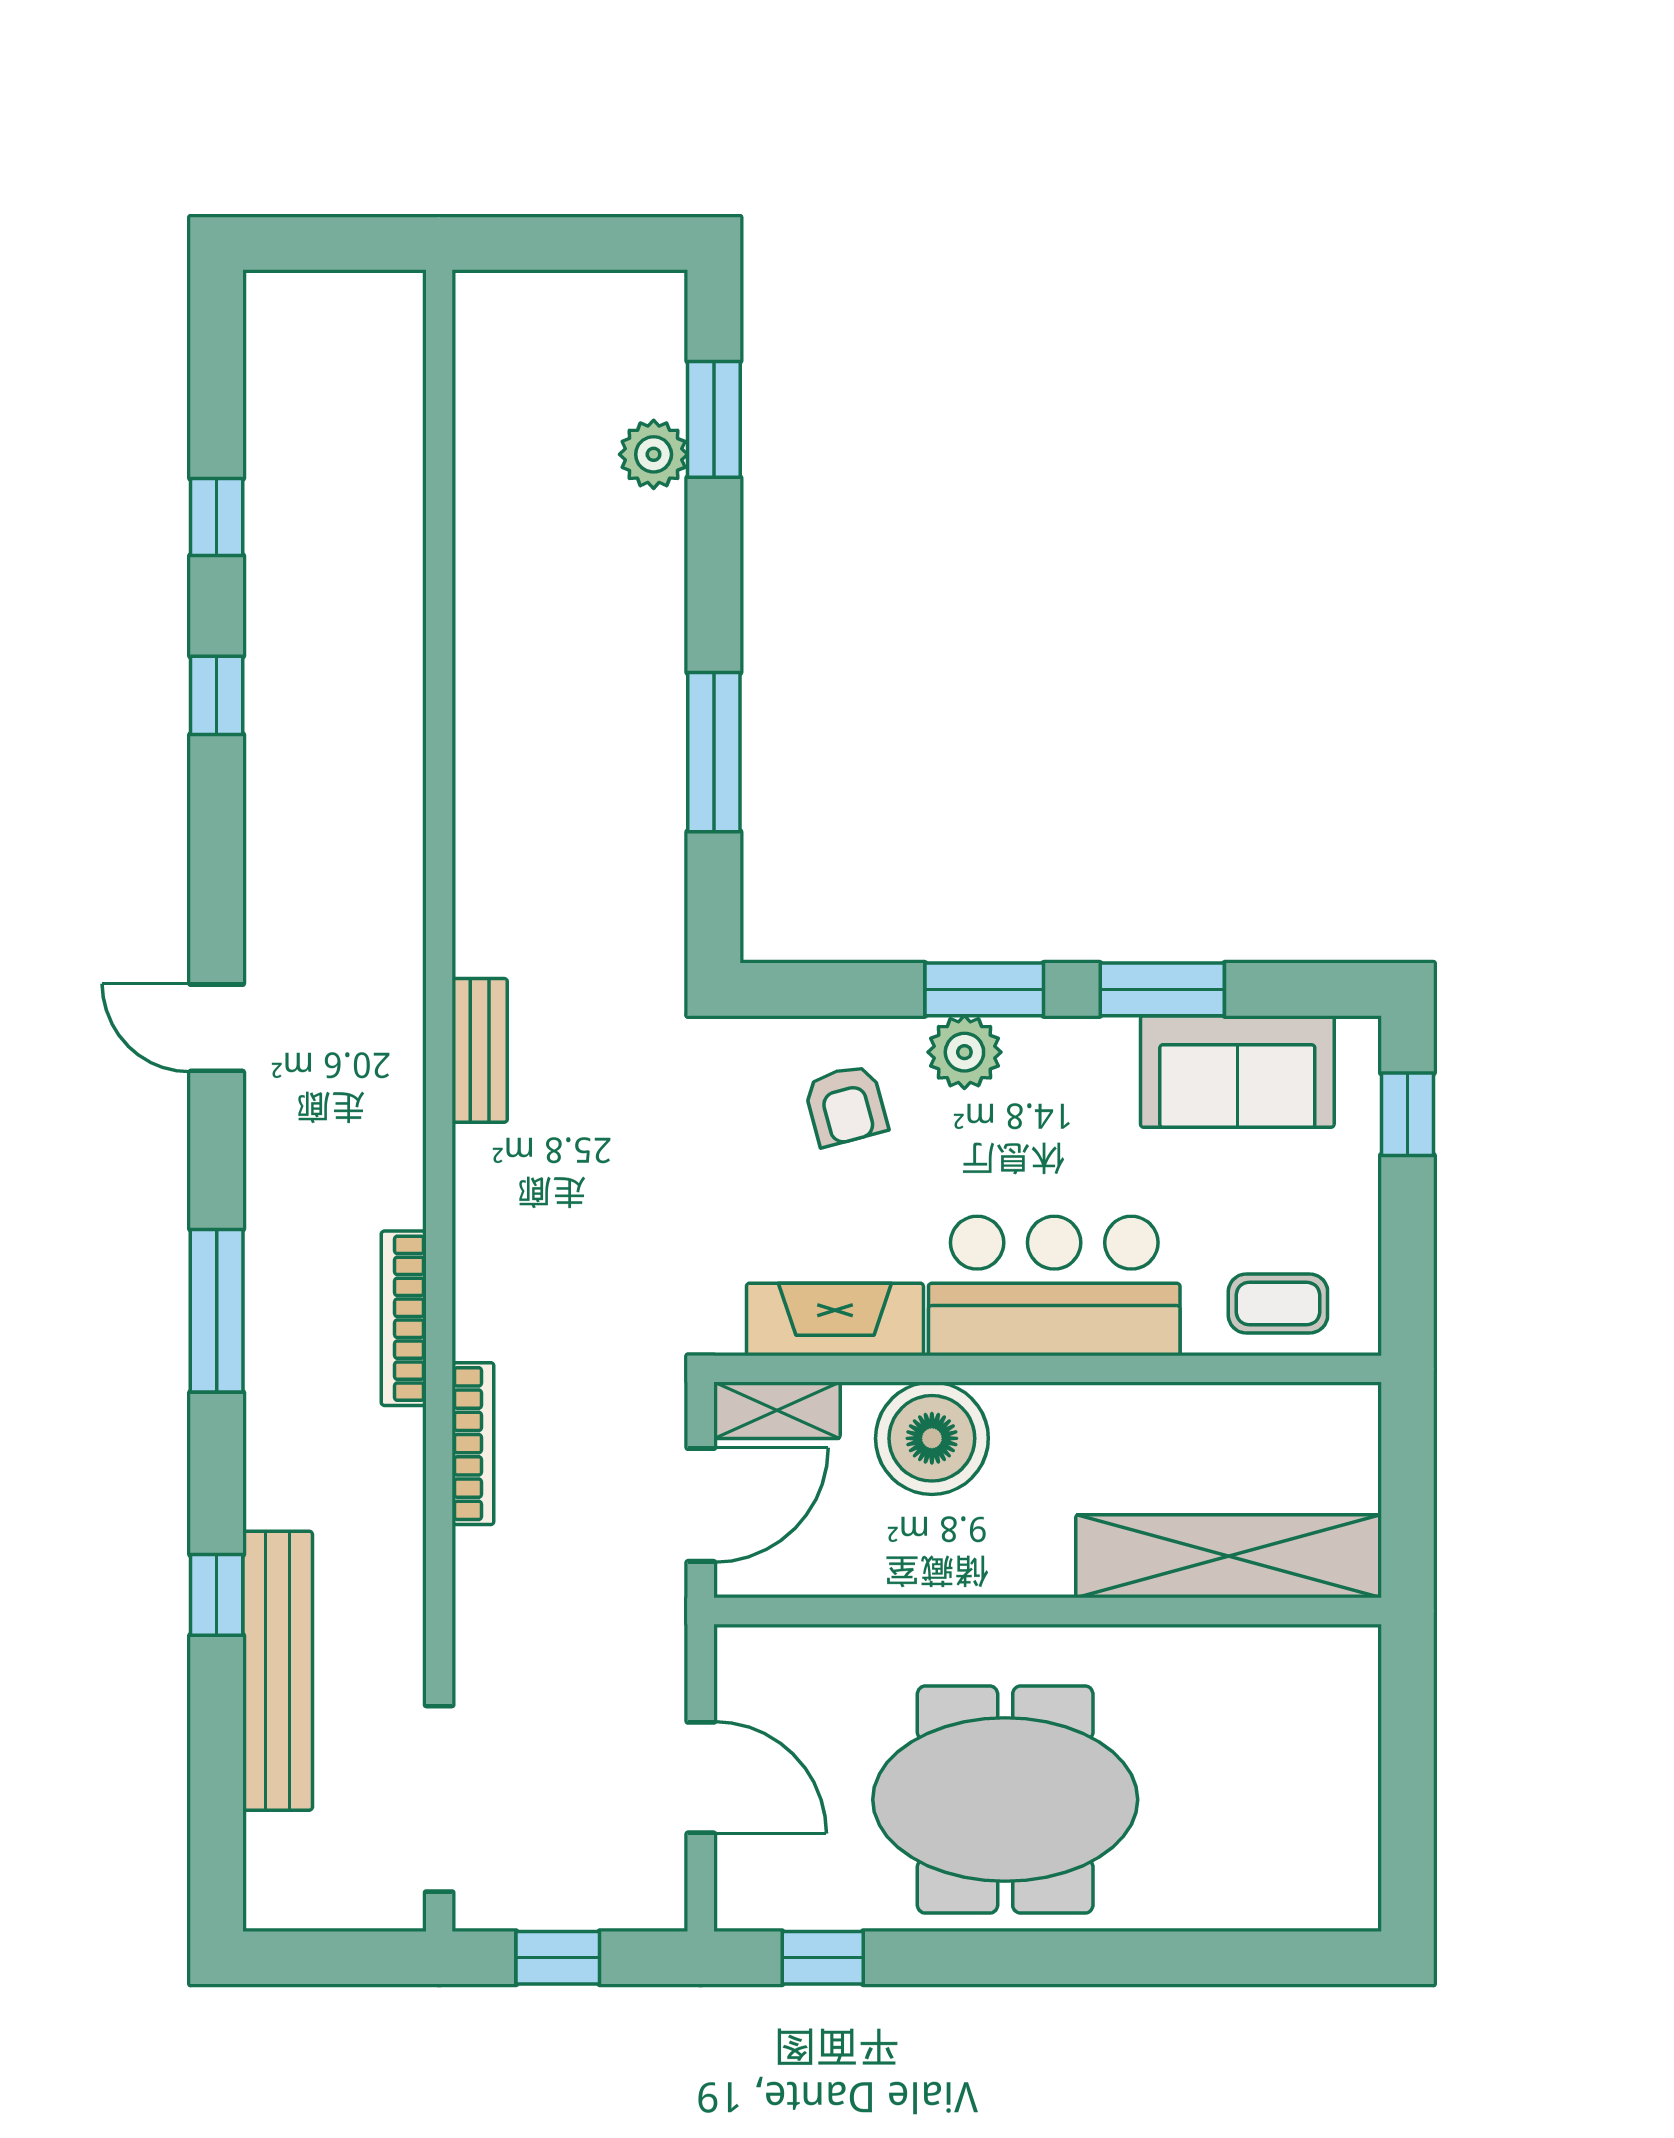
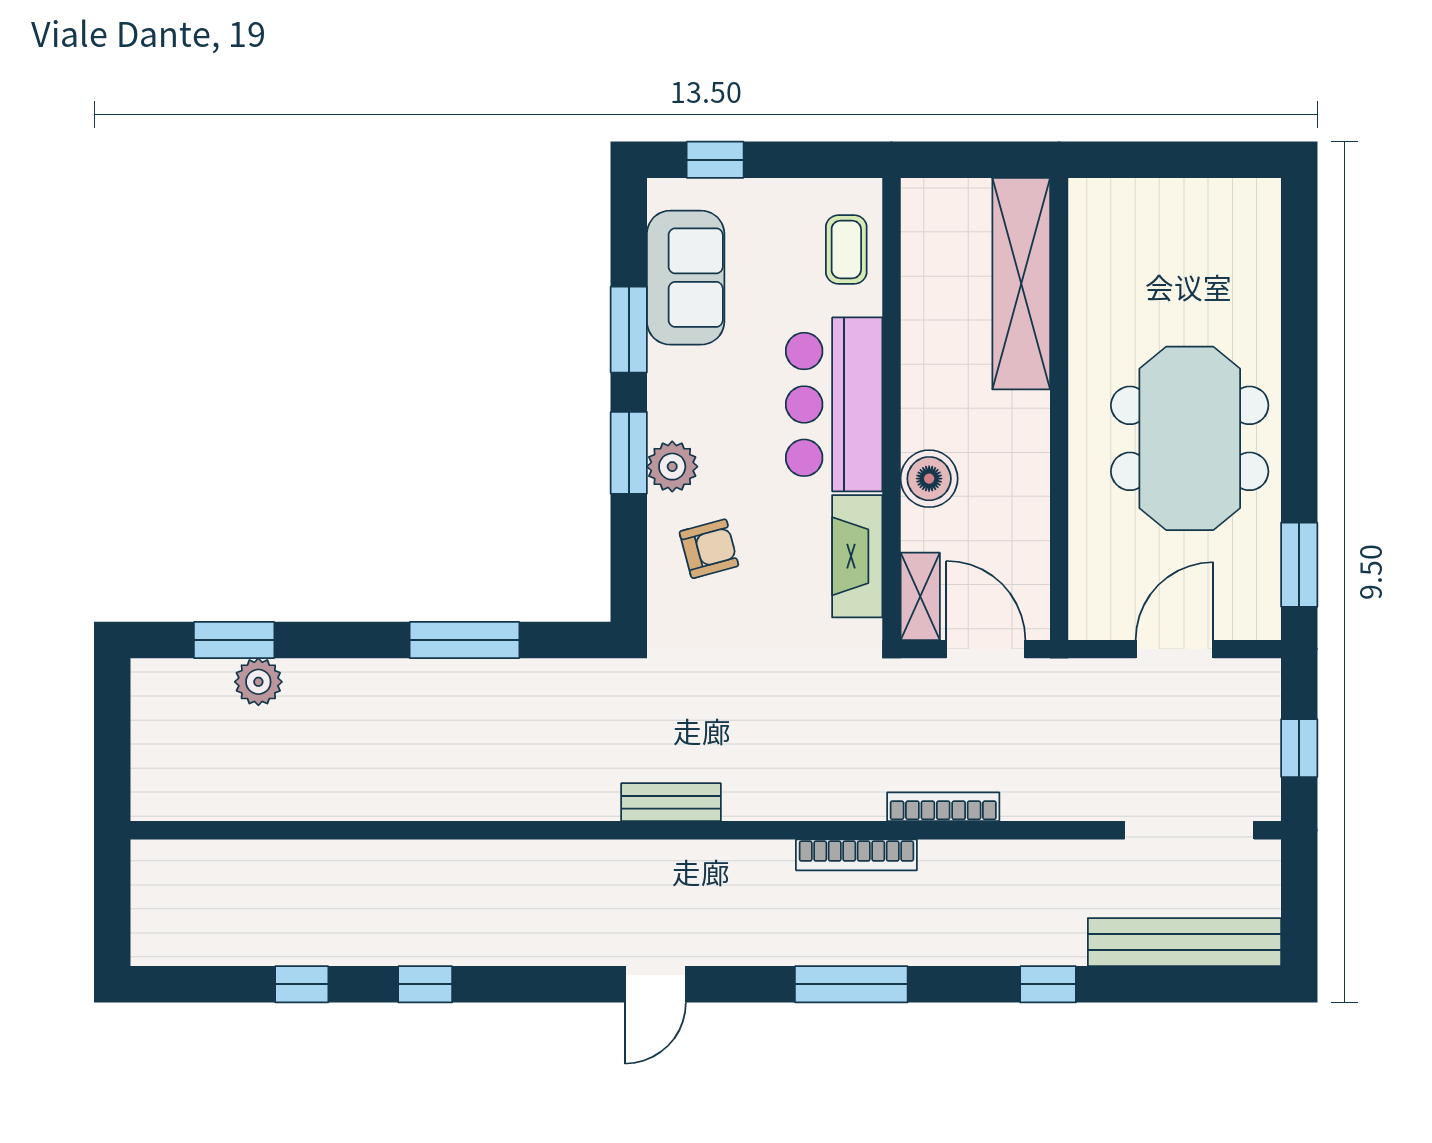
boiler: (932, 1438) -> (929, 479), width x0.73, depth x0.73
bench: (278, 1671) -> (1184, 942), moved
window: (823, 1958) -> (1299, 565), width x1.50

